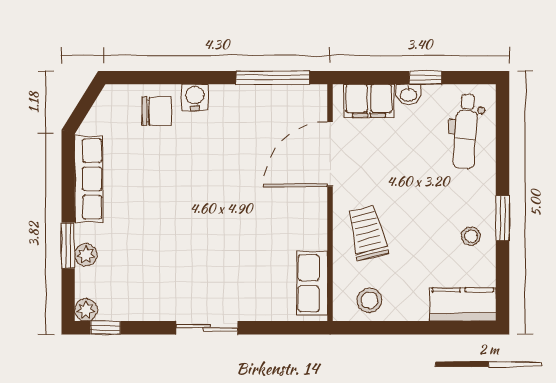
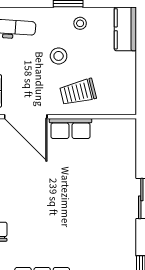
row of seats: (312, 283) -> (70, 129), moved
stool: (369, 300) -> (59, 56), moved

